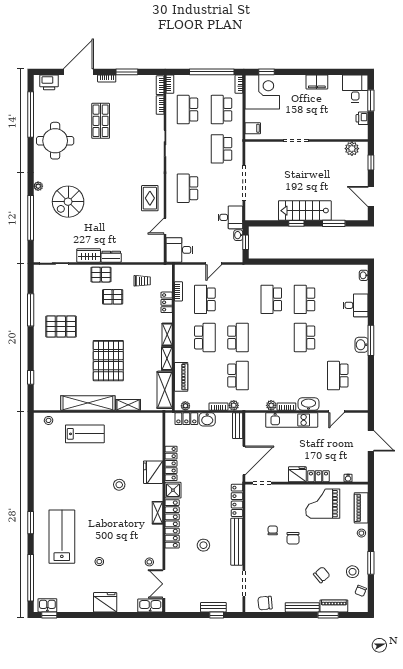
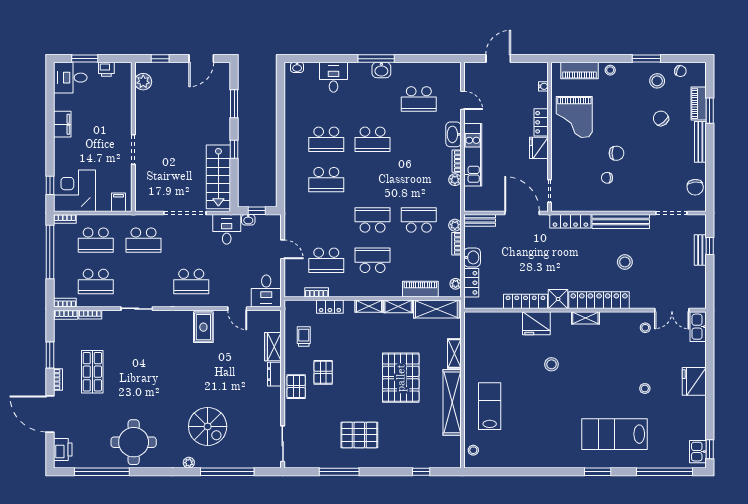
shop shelf: (101, 121) -> (92, 372), moved, turned 90
rug: (150, 198) -> (203, 327), turned 90
stairs: (305, 211) -> (218, 177), moved
wardrobe: (89, 255) -> (273, 347), moved
pallet: (61, 327) -> (359, 435), turned 90
pallet: (108, 361) -> (401, 378), turned 90

